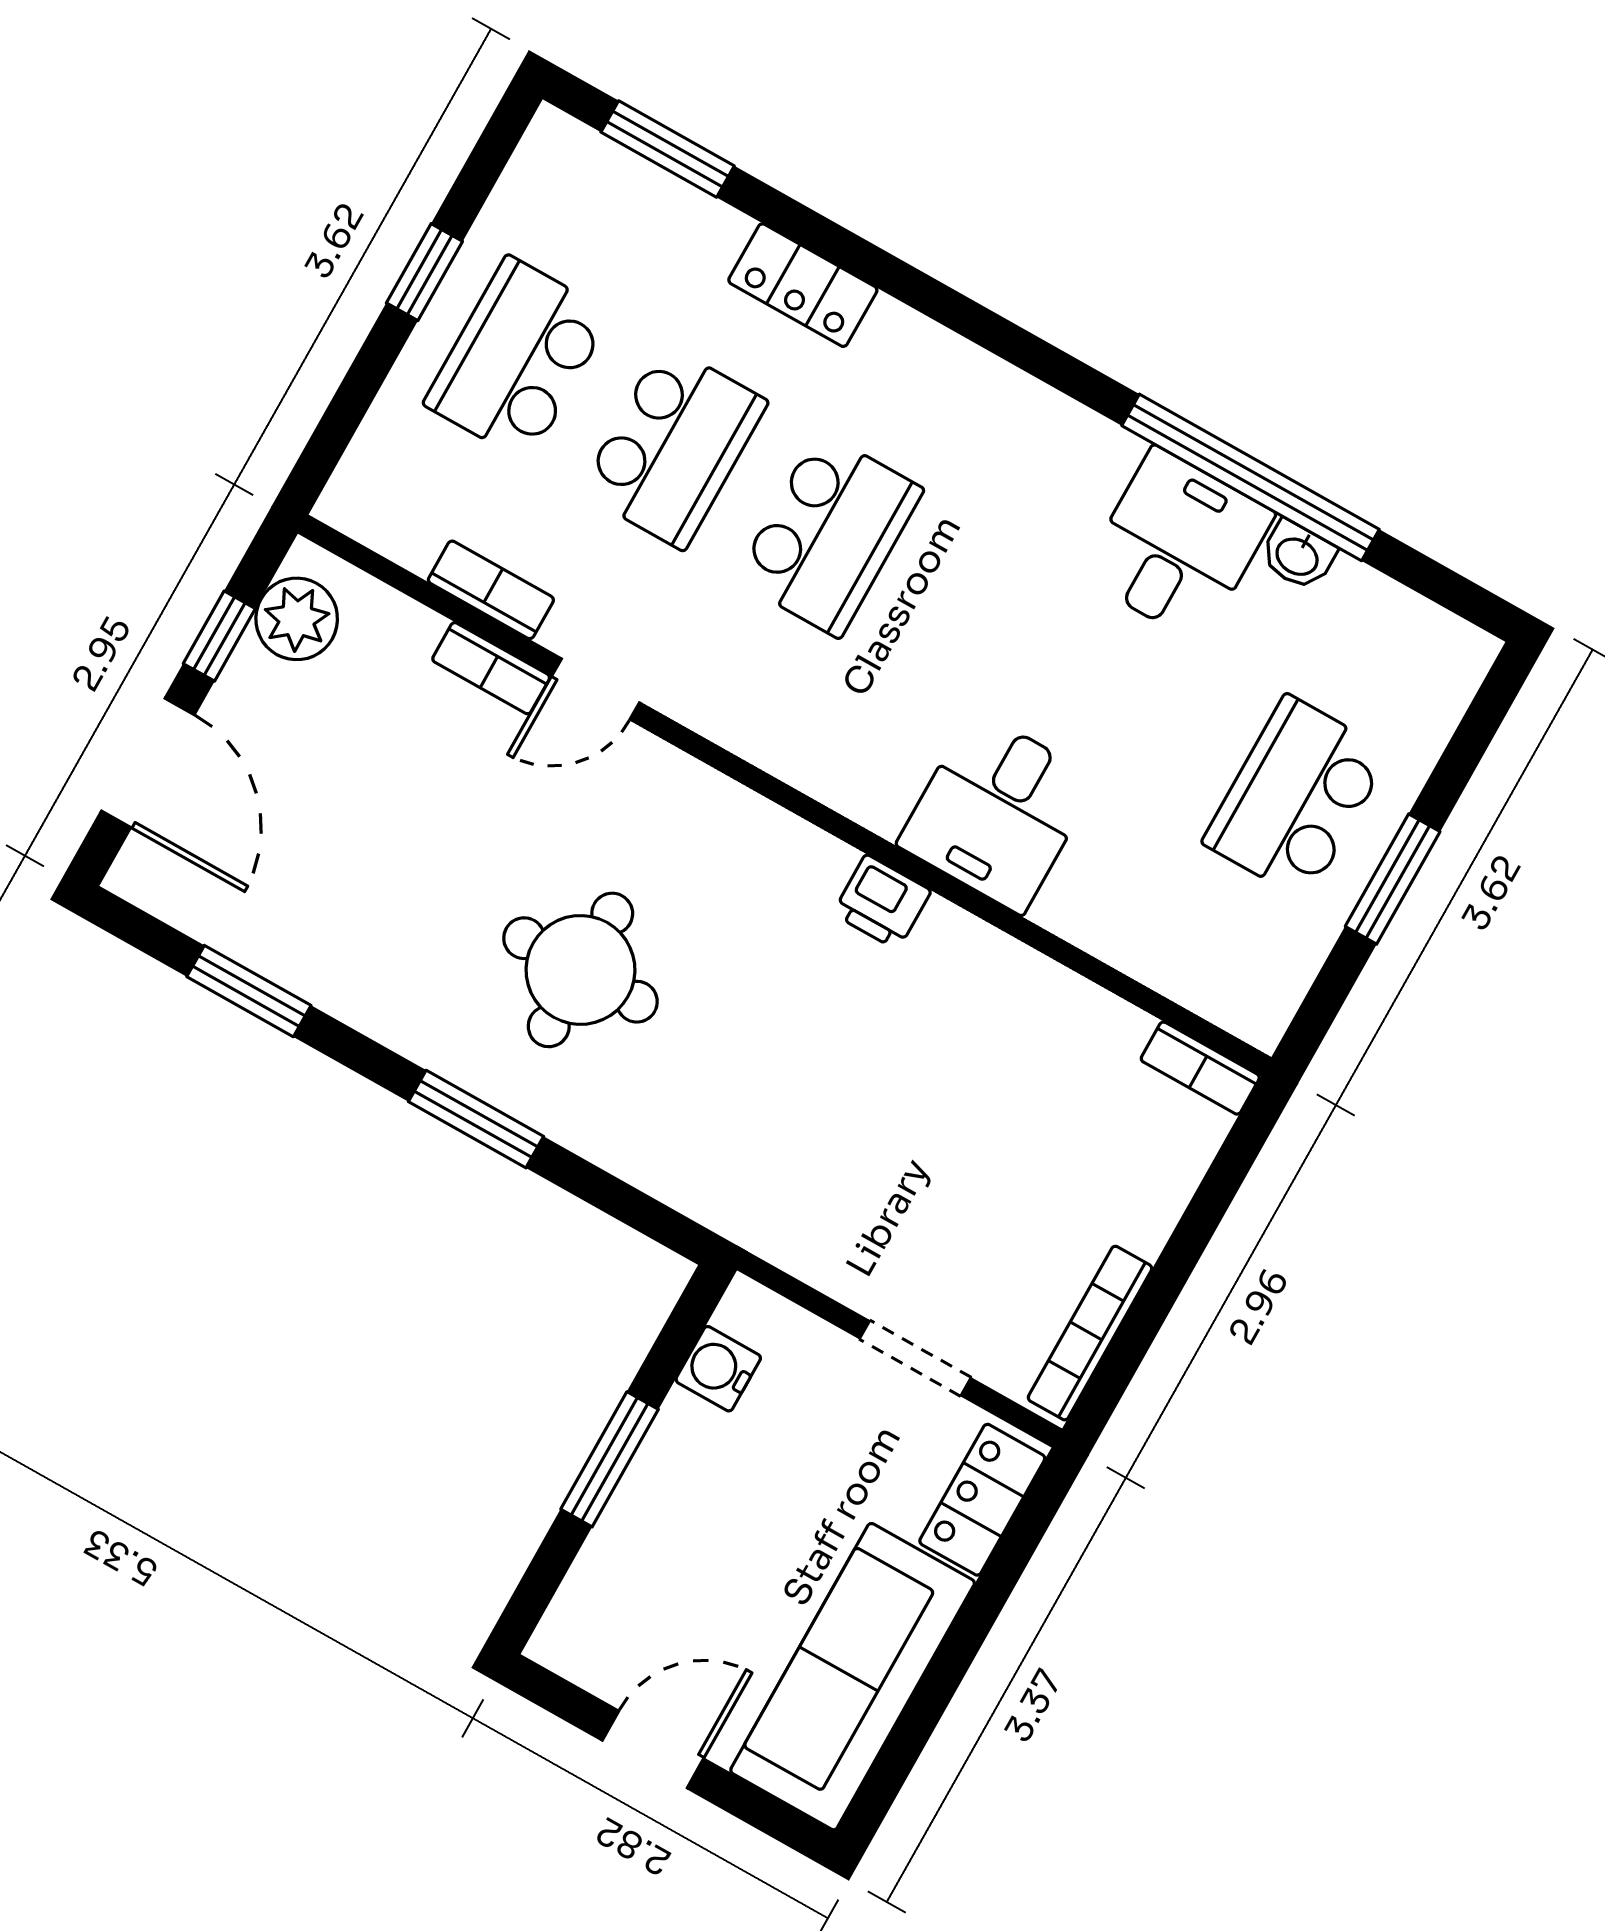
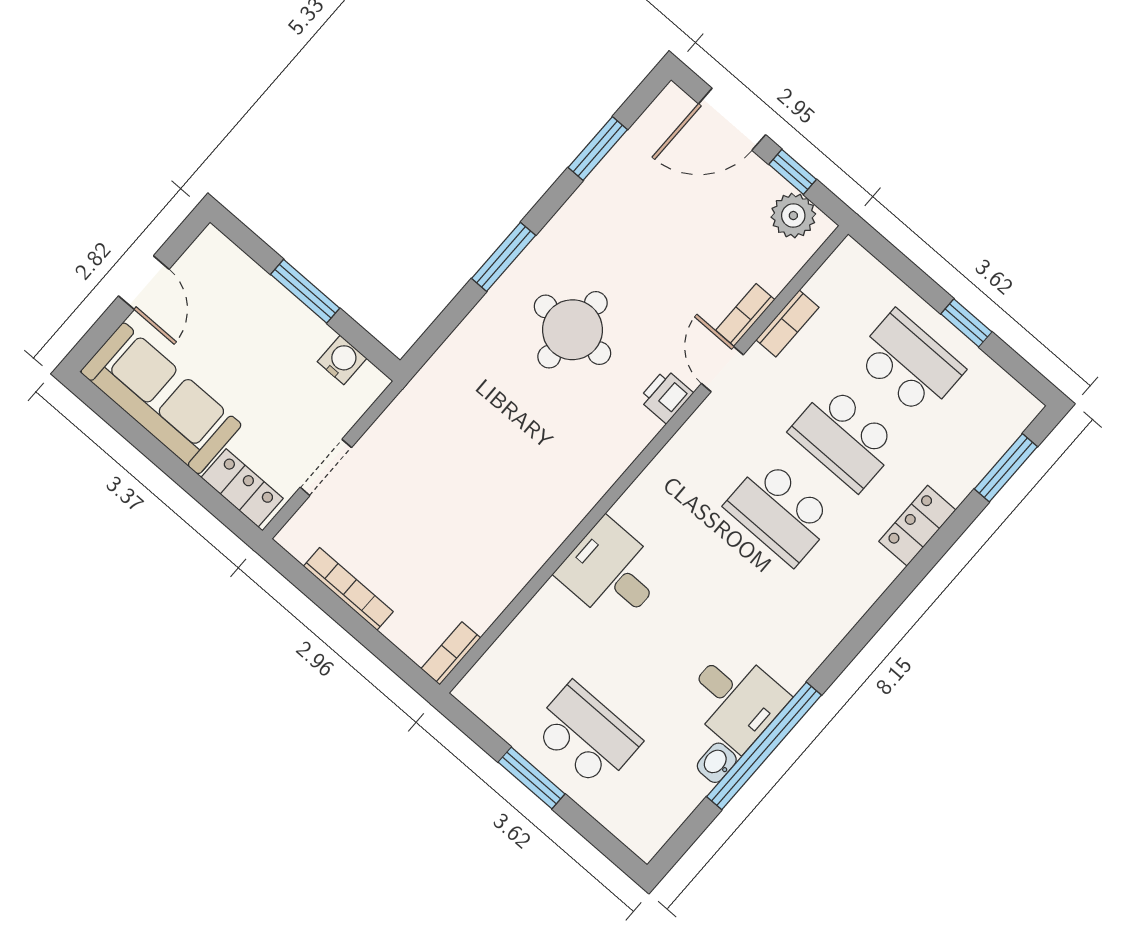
printer: (882, 902) -> (666, 396), moved
bookcase: (1090, 1333) -> (348, 589), moved

